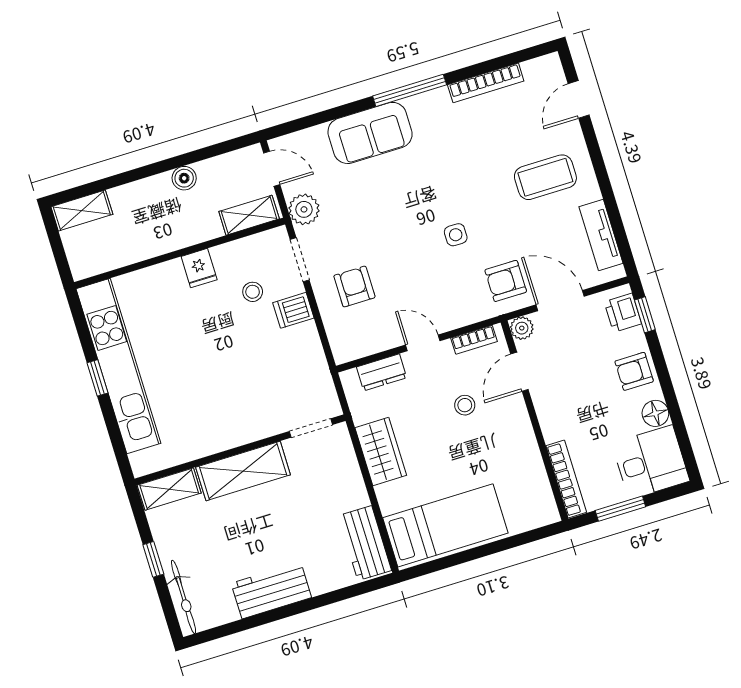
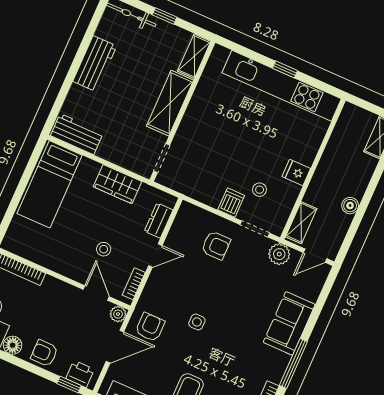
armchair: (634, 371) -> (44, 353), turned -90

